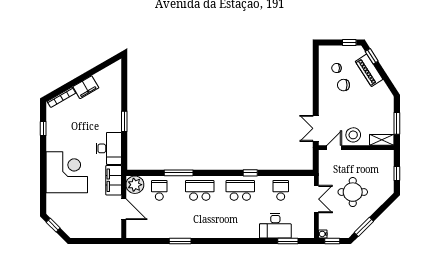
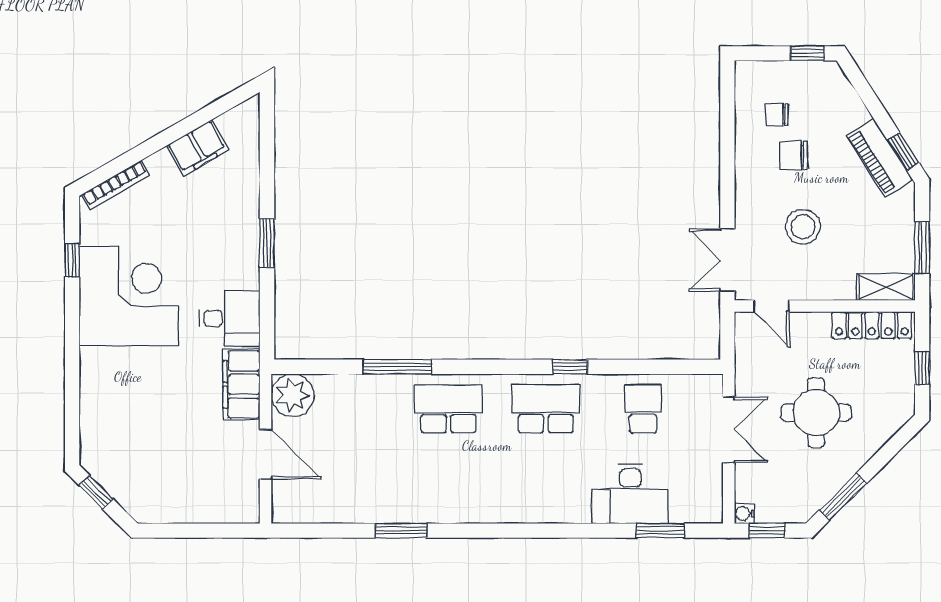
window: (372, 56) -> (903, 152), moved
piano: (369, 70) -> (880, 158), moved
filing cabinet: (86, 87) -> (198, 148), moved
stool: (353, 135) -> (803, 227), moved
desk: (109, 148) -> (230, 318), width x0.73
door: (334, 148) -> (772, 306), swing flipped
locker: (376, 156) -> (872, 325), added
corner desk: (67, 172) -> (129, 296), moved
school desk: (159, 190) -> (351, 409), removed

